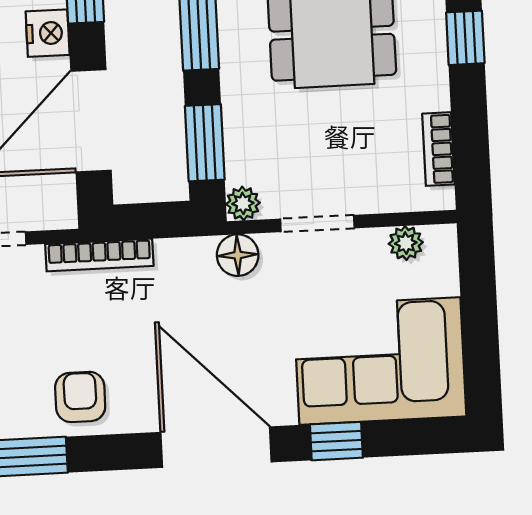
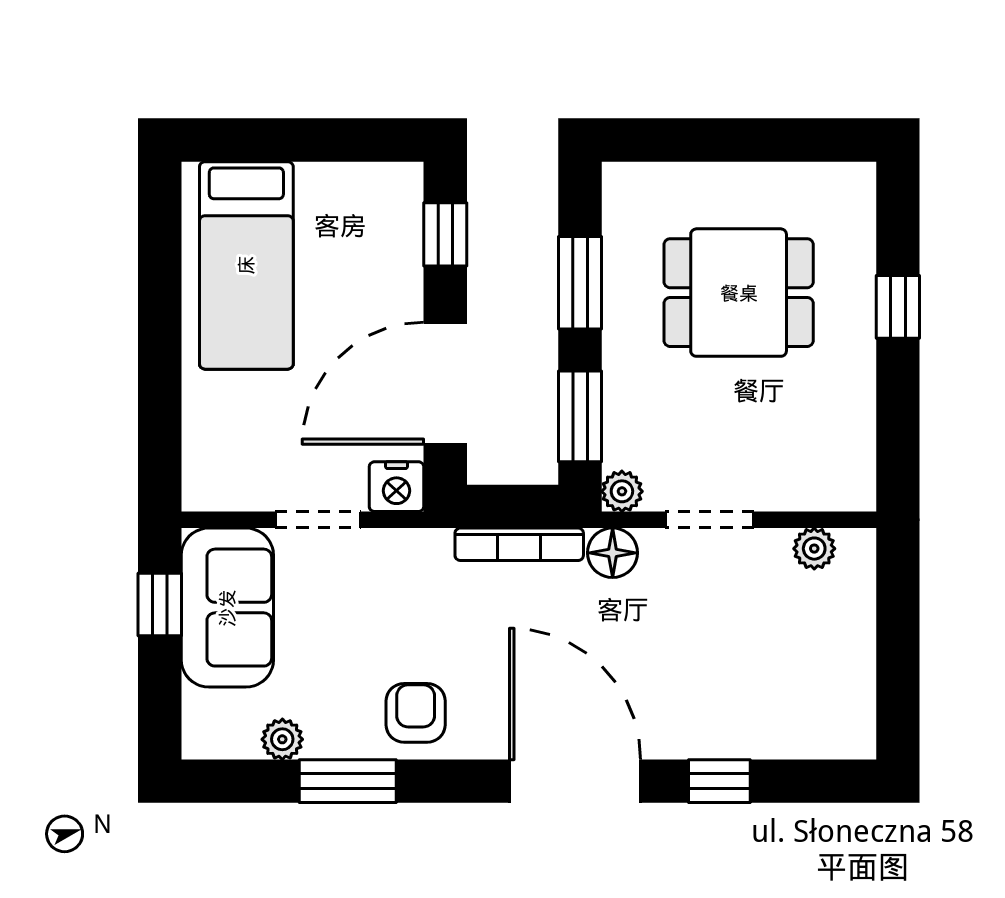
nightstand: (48, 33) -> (397, 487), moved, turned 90
bookcase: (438, 149) -> (859, 438), removed
bookcase: (99, 255) -> (519, 544), moved
corner sofa: (380, 361) -> (776, 688), removed

